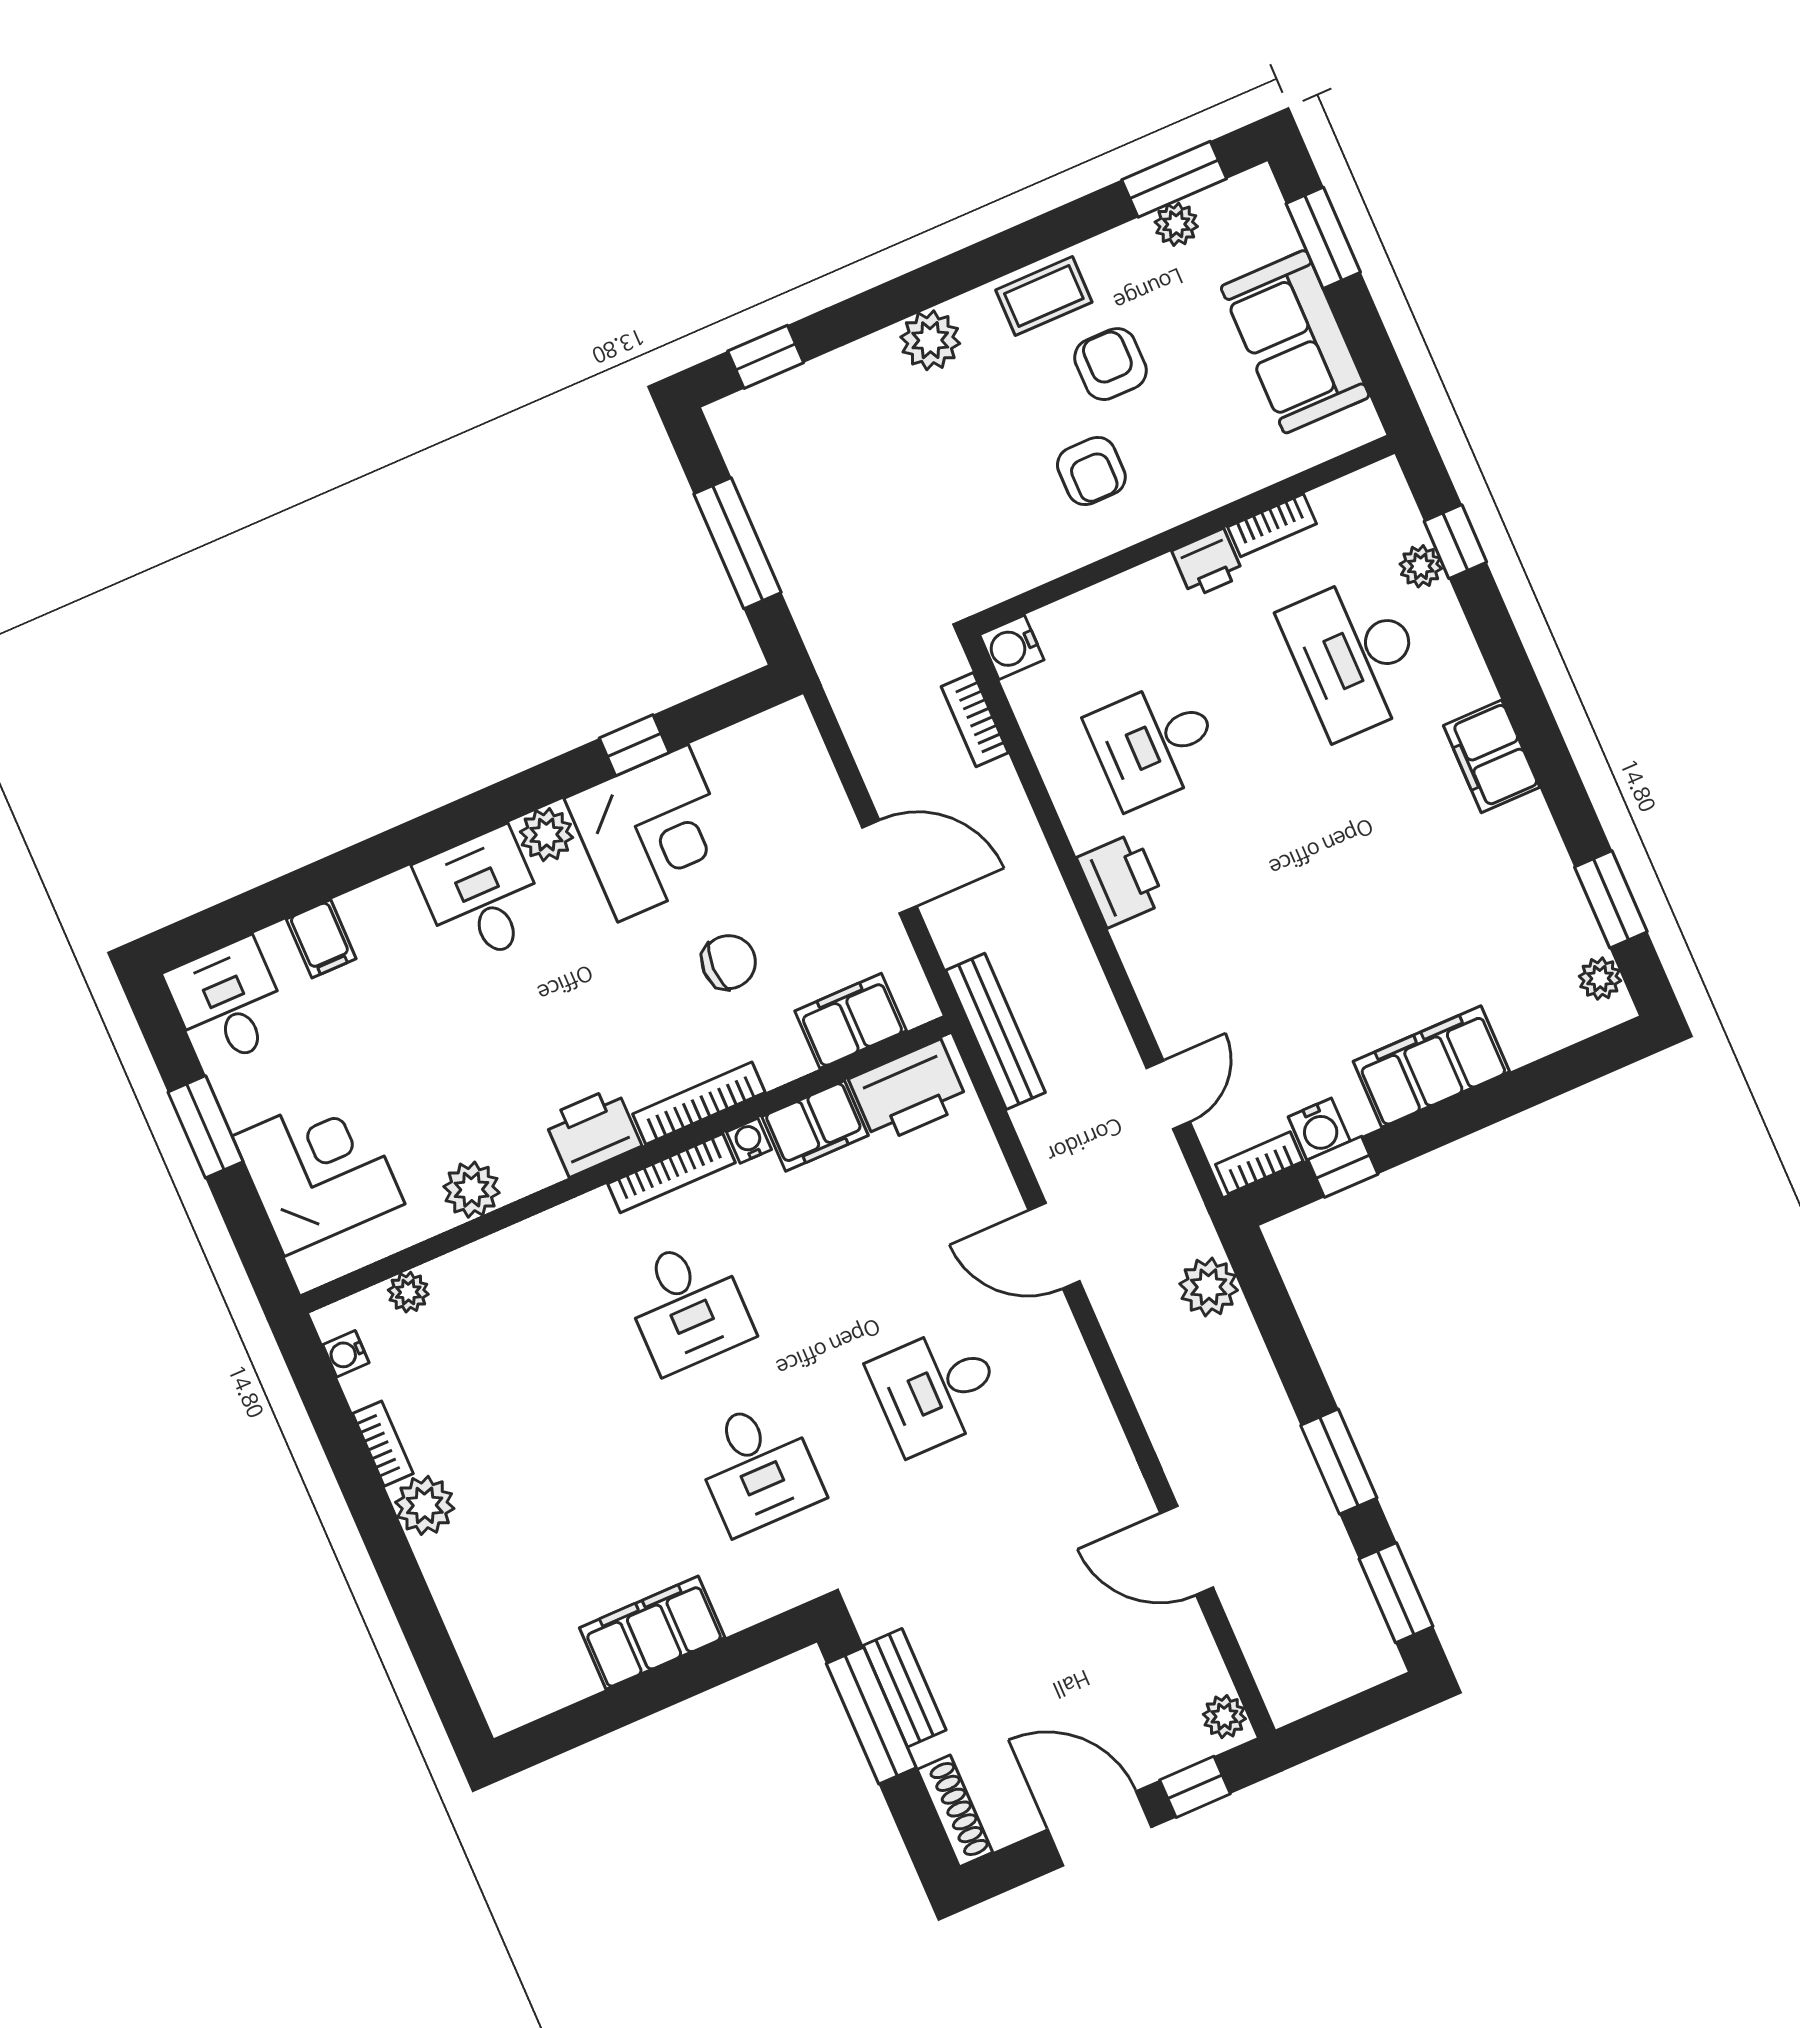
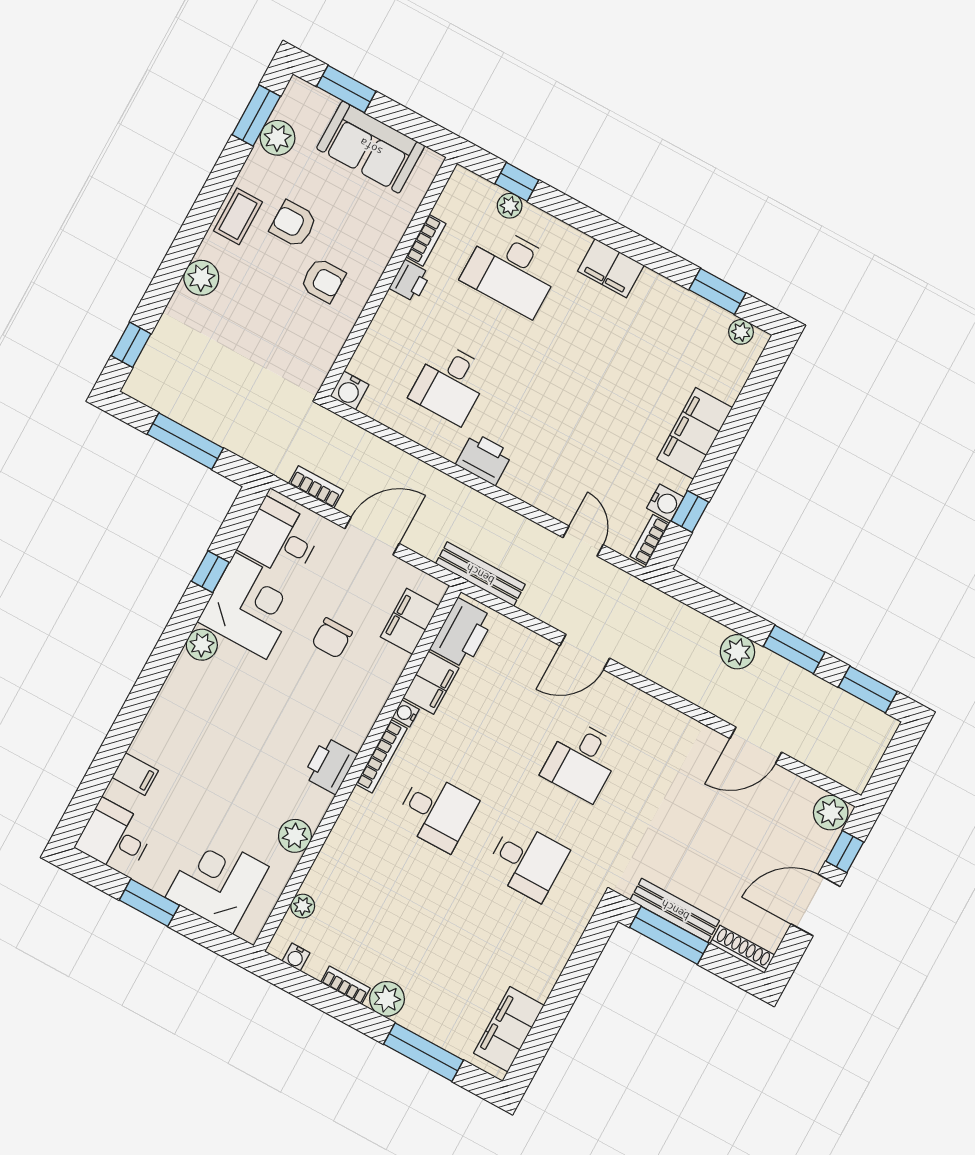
plant: (1176, 224) -> (277, 138), width x1.38, depth x1.38
bookcase: (975, 720) -> (316, 487), moved, turned 180
desk: (482, 896) -> (280, 538), moved
chair: (729, 962) -> (332, 638), turned 180
bookcase: (699, 1103) -> (369, 714), removed
plant: (1209, 1287) -> (737, 652), moved
window: (418, 1615) -> (423, 1052), added
filing cabinet: (652, 1633) -> (509, 1029), moved
bench: (905, 1688) -> (675, 910), width x1.36
plant: (1224, 1717) -> (831, 813), width x1.38, depth x1.38

